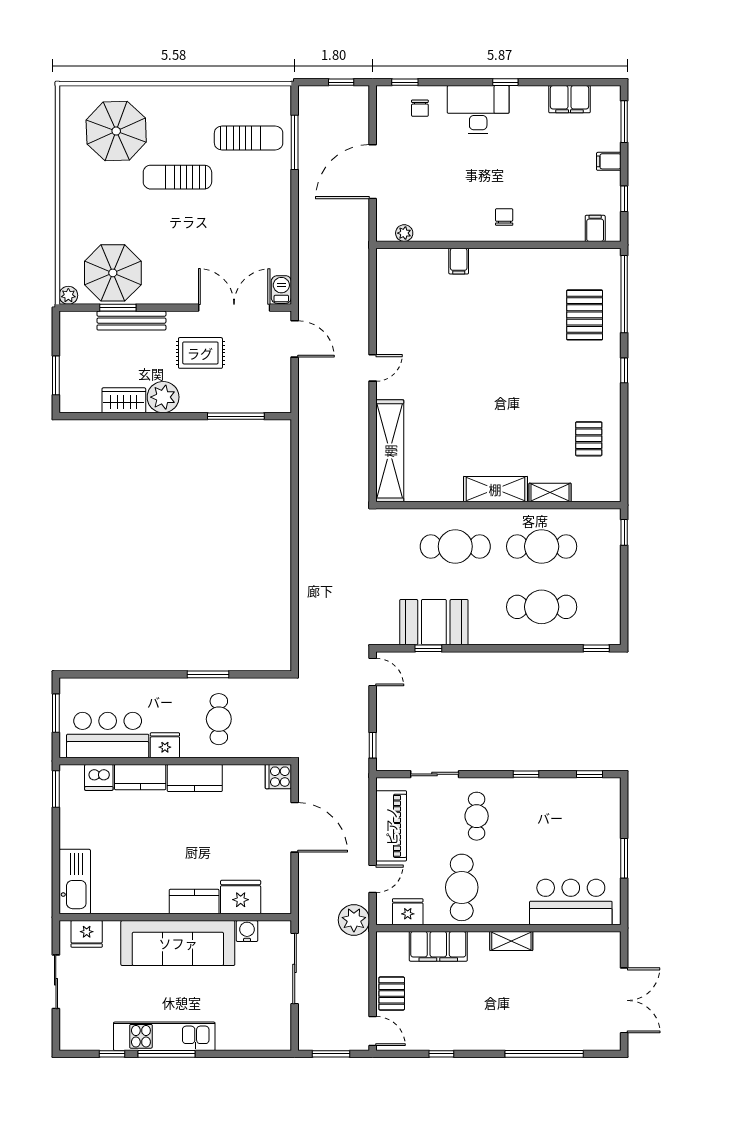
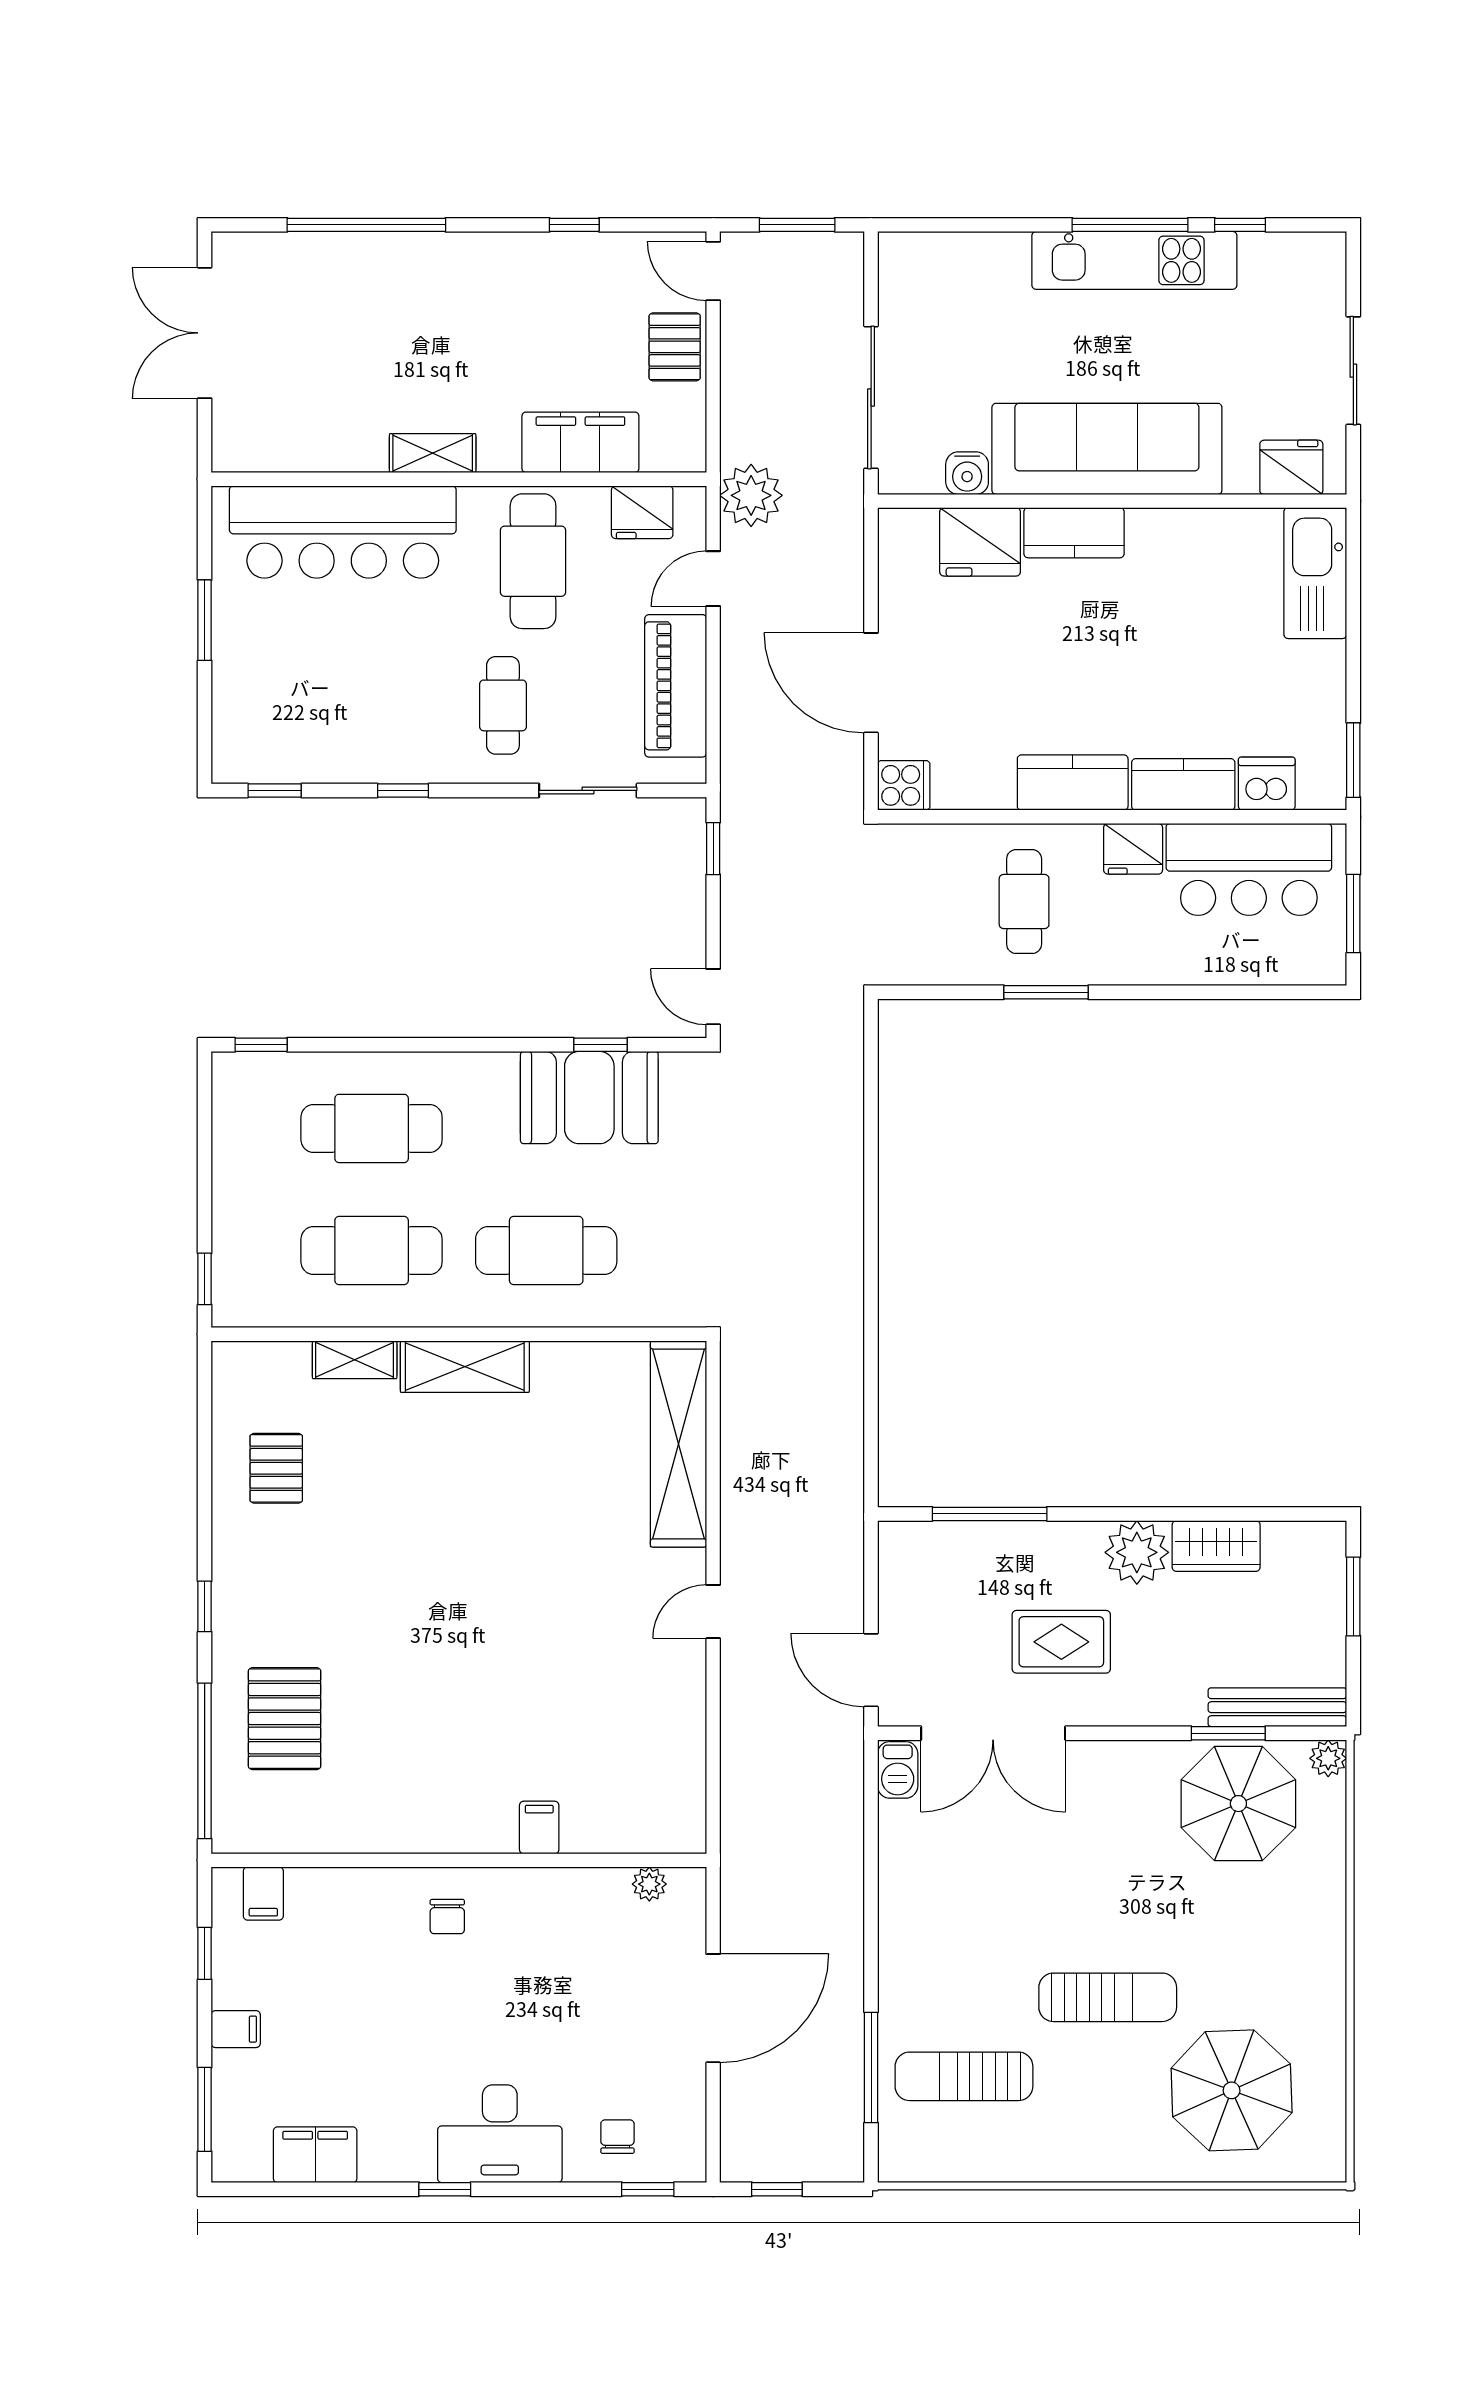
bench: (131, 321) -> (1277, 1707), moved
bar counter: (571, 902) -> (343, 532), width x1.36

